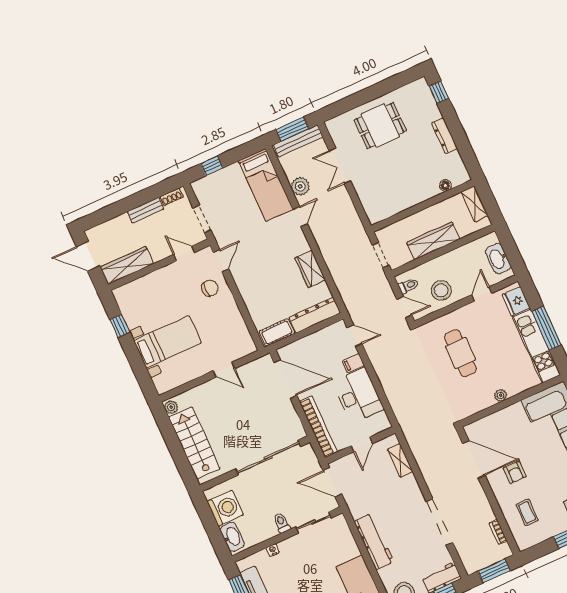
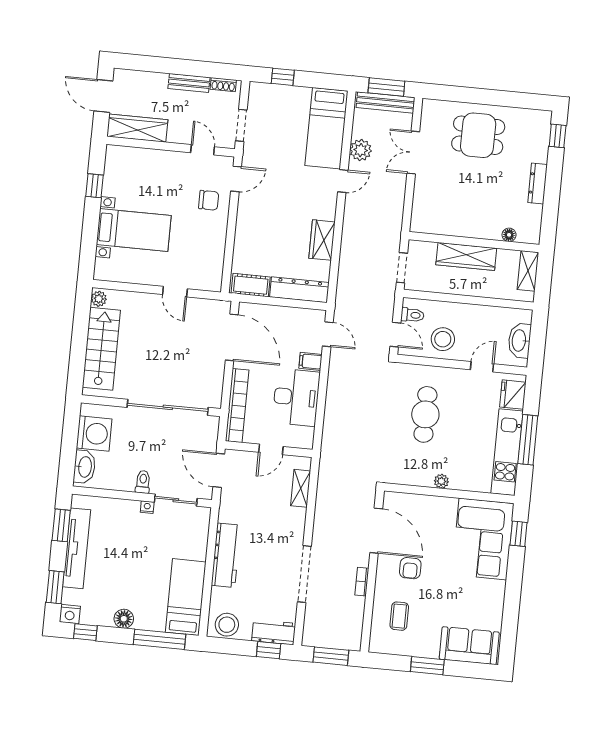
wardrobe: (433, 241) -> (466, 256), moved, turned 180
bookcase: (498, 532) -> (362, 582), moved
nightstand: (273, 550) -> (147, 507), moved

